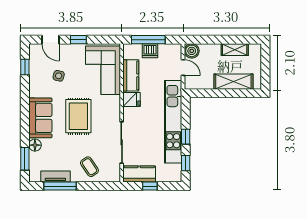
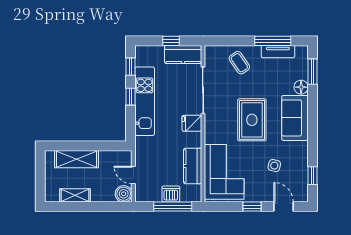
fridge: (131, 99) -> (192, 123), moved
kitchen unit: (173, 122) -> (145, 101), width x0.73

